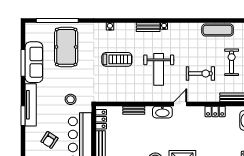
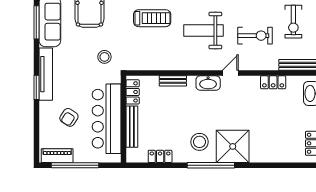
exercise bike: (232, 62) -> (293, 22), turned 180
weight bench: (159, 69) -> (204, 31), turned 90
stool: (71, 99) -> (104, 57), moved

